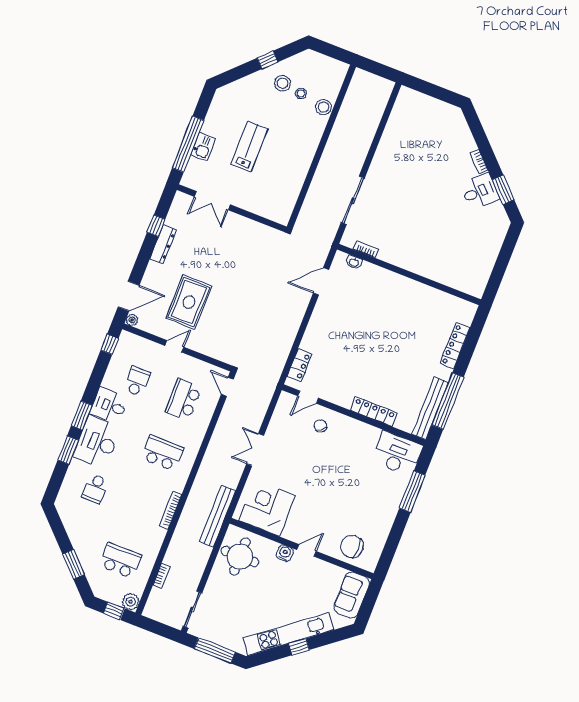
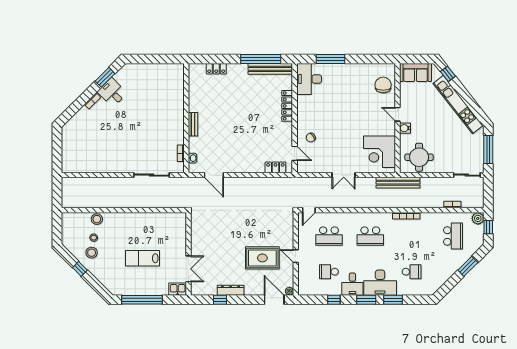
window: (188, 144) -> (142, 300), moved
kitchen sink: (203, 147) -> (178, 289), moved
bench: (398, 280) -> (193, 124), added
window: (110, 344) -> (334, 300), moved
locker: (455, 346) -> (216, 69), width x0.66
school desk: (162, 453) -> (370, 236), turned -90
chair: (352, 547) -> (383, 85), turned 180
school desk: (120, 560) -> (453, 236), turned 180
window: (299, 647) -> (448, 74), moved

